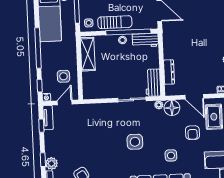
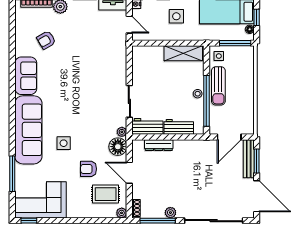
workbench: (145, 40) -> (179, 127), moved, turned 90
side table: (63, 76) -> (176, 16), moved
door: (194, 97) -> (129, 173), hinge flipped
side table: (135, 142) -> (81, 103), removed

